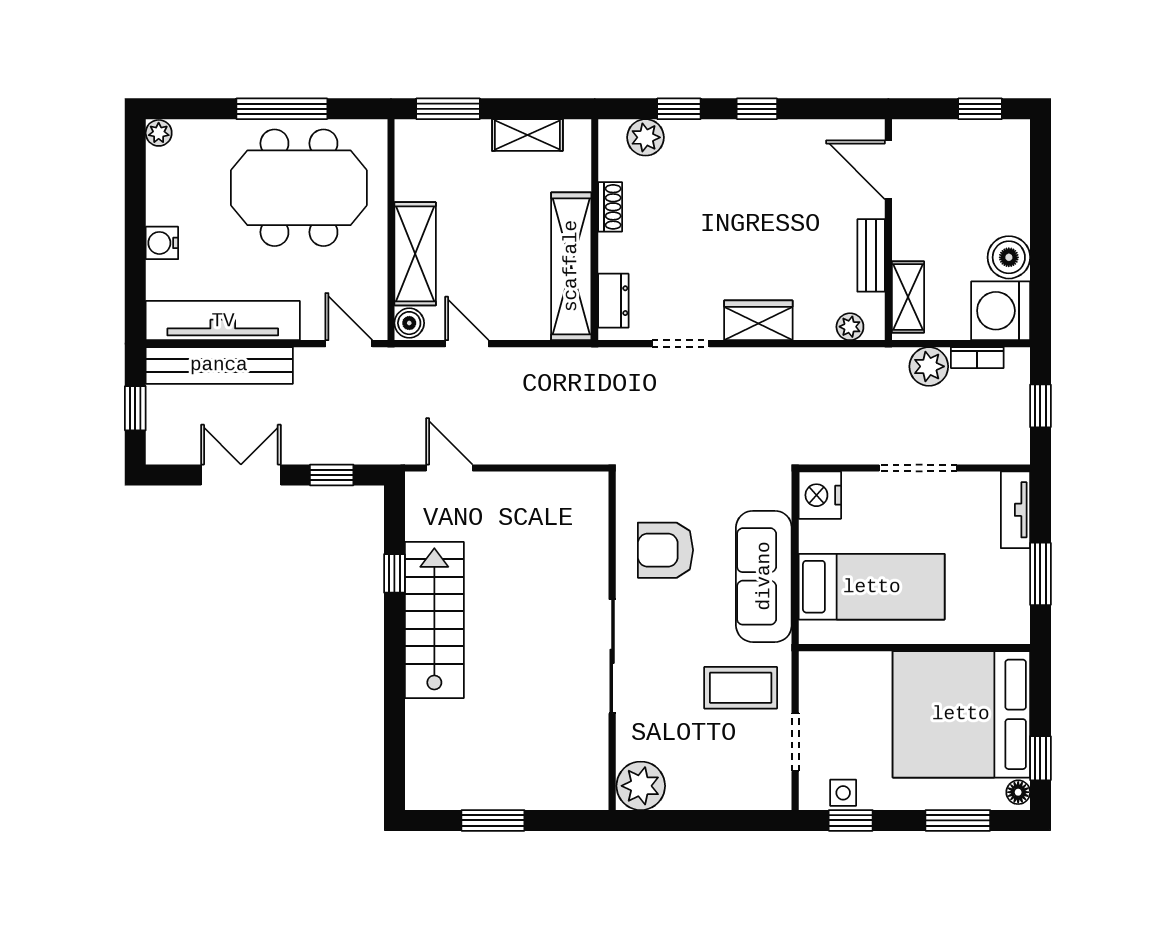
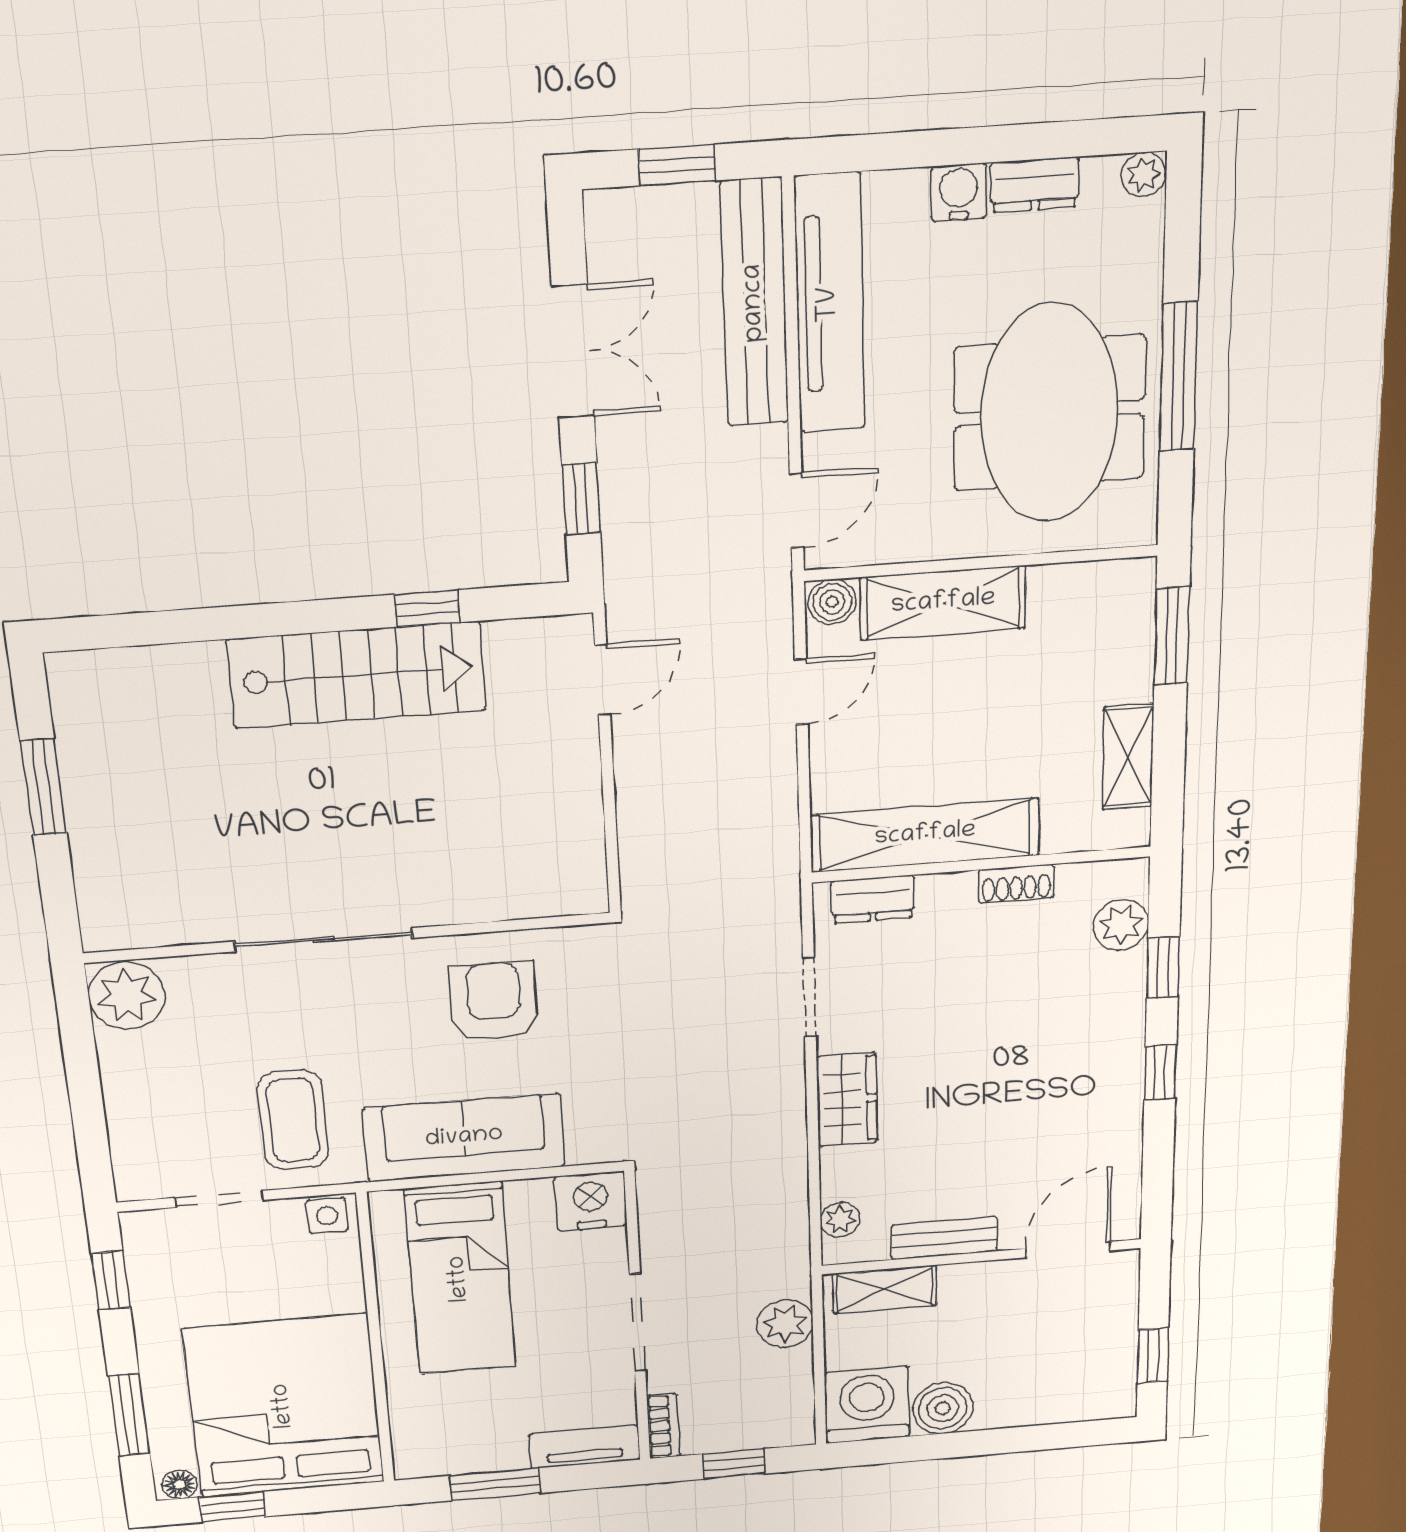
dresser: (160, 198) -> (1035, 185), added
bookcase: (977, 358) -> (663, 1426), moved, turned 180
side table: (843, 793) -> (327, 1216), moved

